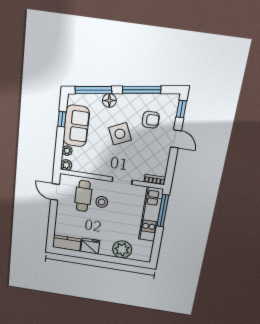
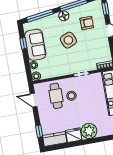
floor lamp: (109, 101) -> (64, 16), moved
window: (51, 229) -> (39, 131), added
plant: (122, 249) -> (89, 131), moved

